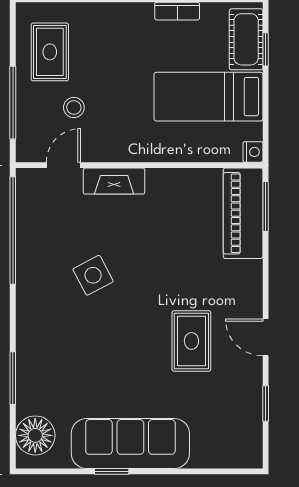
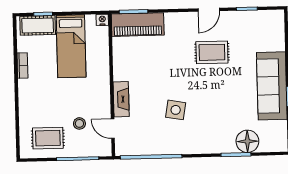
side table: (93, 275) -> (176, 110), turned 38
floor lamp: (35, 435) -> (247, 141), moved

